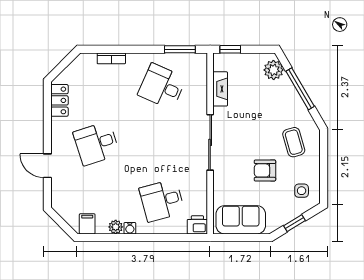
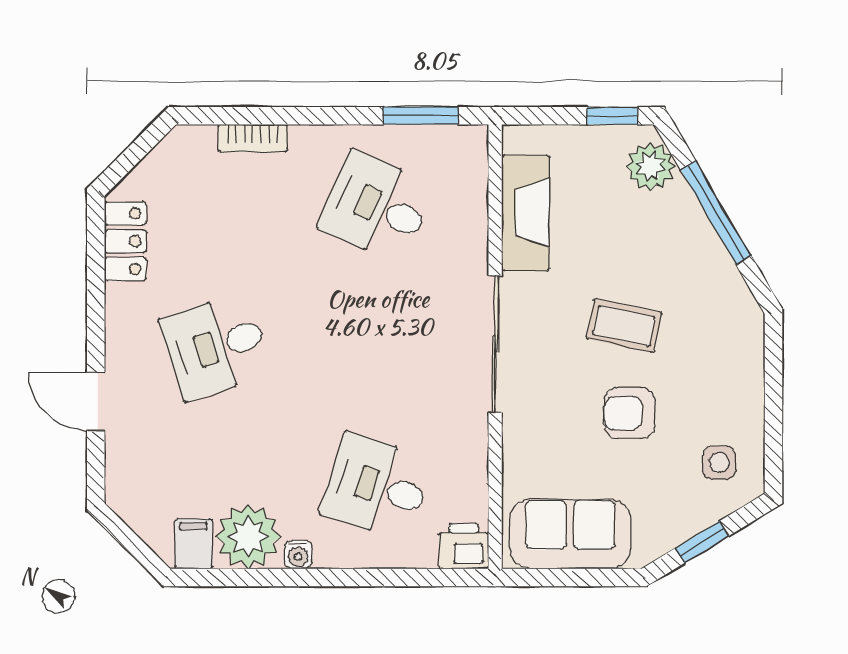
window: (230, 49) -> (613, 116), moved
fireplace: (220, 89) -> (525, 213), width x1.37, depth x1.32
coffee table: (294, 142) -> (624, 325), moved, turned -62
desk: (162, 200) -> (377, 486), turned 33
plant: (116, 227) -> (248, 537), width x1.87, depth x1.87

